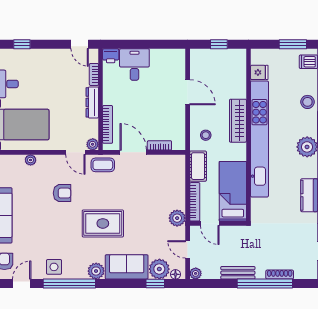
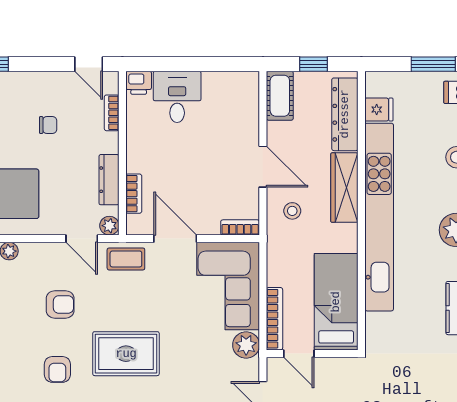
dresser: (238, 75) -> (345, 114), added
chair: (55, 82) -> (48, 125), added
door: (188, 92) -> (263, 167), moved
dresser: (92, 102) -> (109, 180), moved
bookcase: (108, 124) -> (134, 194), width x0.64
bookcase: (159, 145) -> (240, 227), moved
cot: (198, 166) -> (280, 96), moved
corner sofa: (166, 182) -> (228, 286), added
armchair: (60, 233) -> (57, 369), added

